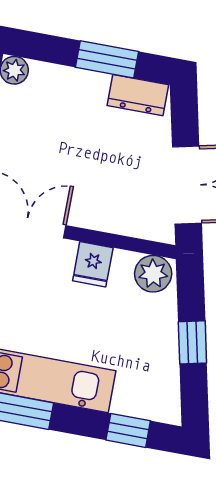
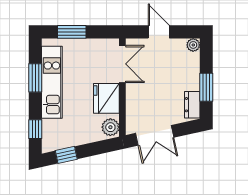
fridge: (93, 264) -> (106, 98), width x1.88, depth x1.34
window: (192, 342) -> (66, 155), moved

